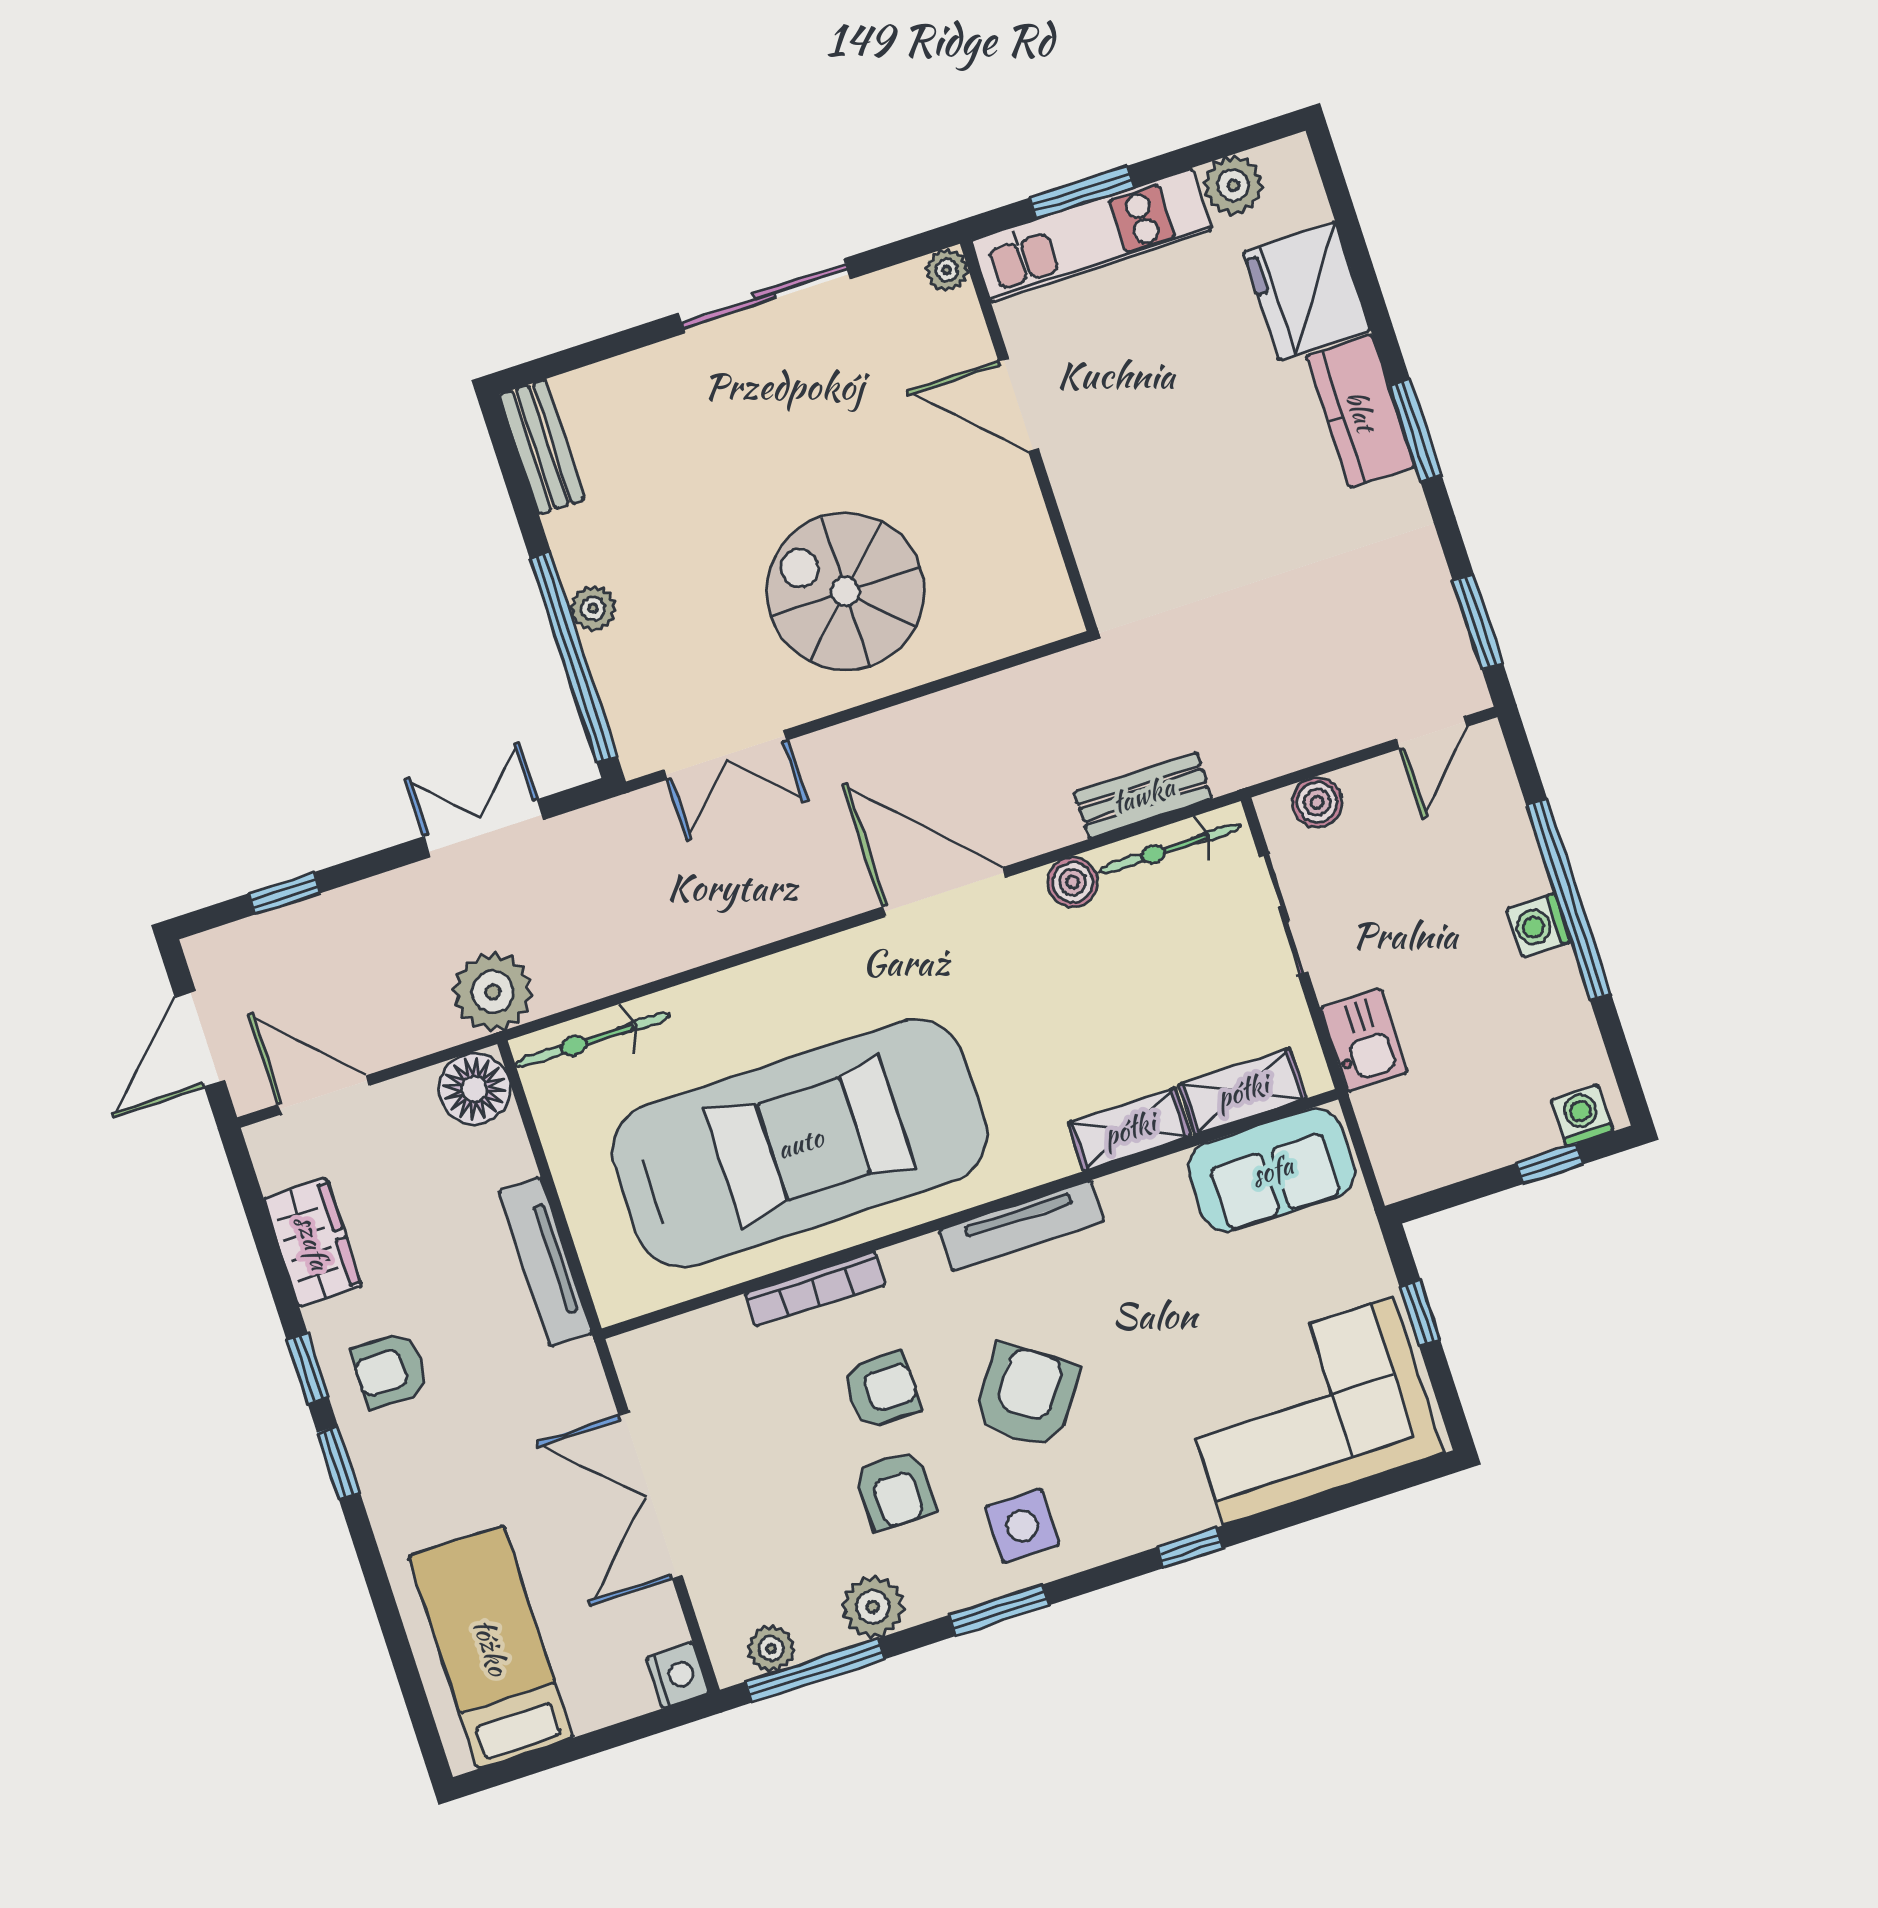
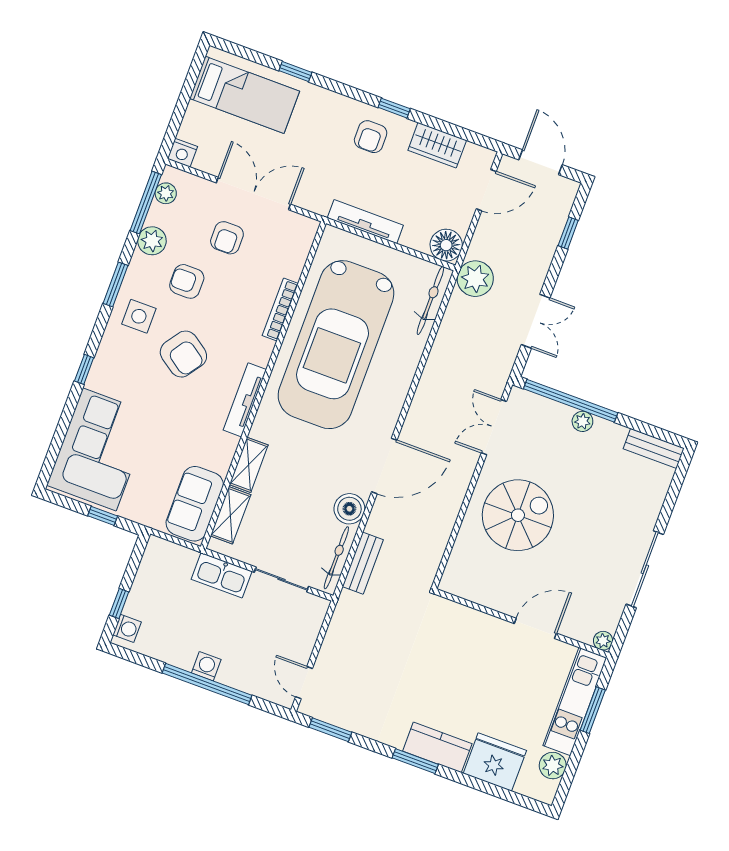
boiler: (1317, 802) -> (312, 623), removed
boiler: (1073, 882) -> (349, 509), width x1.36, depth x1.36
kitchen sink: (1364, 1040) -> (222, 575), width x1.38
armchair: (390, 1370) -> (371, 137), turned 180
armchair: (882, 1390) -> (227, 238), moved
window: (338, 1463) -> (295, 72), moved

